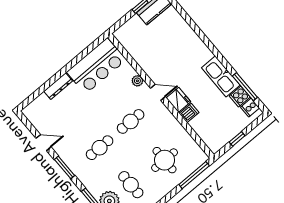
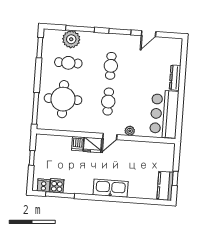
kitchen sink: (221, 76) -> (111, 188), moved
round table: (165, 160) -> (63, 99), width x1.36, depth x1.36

